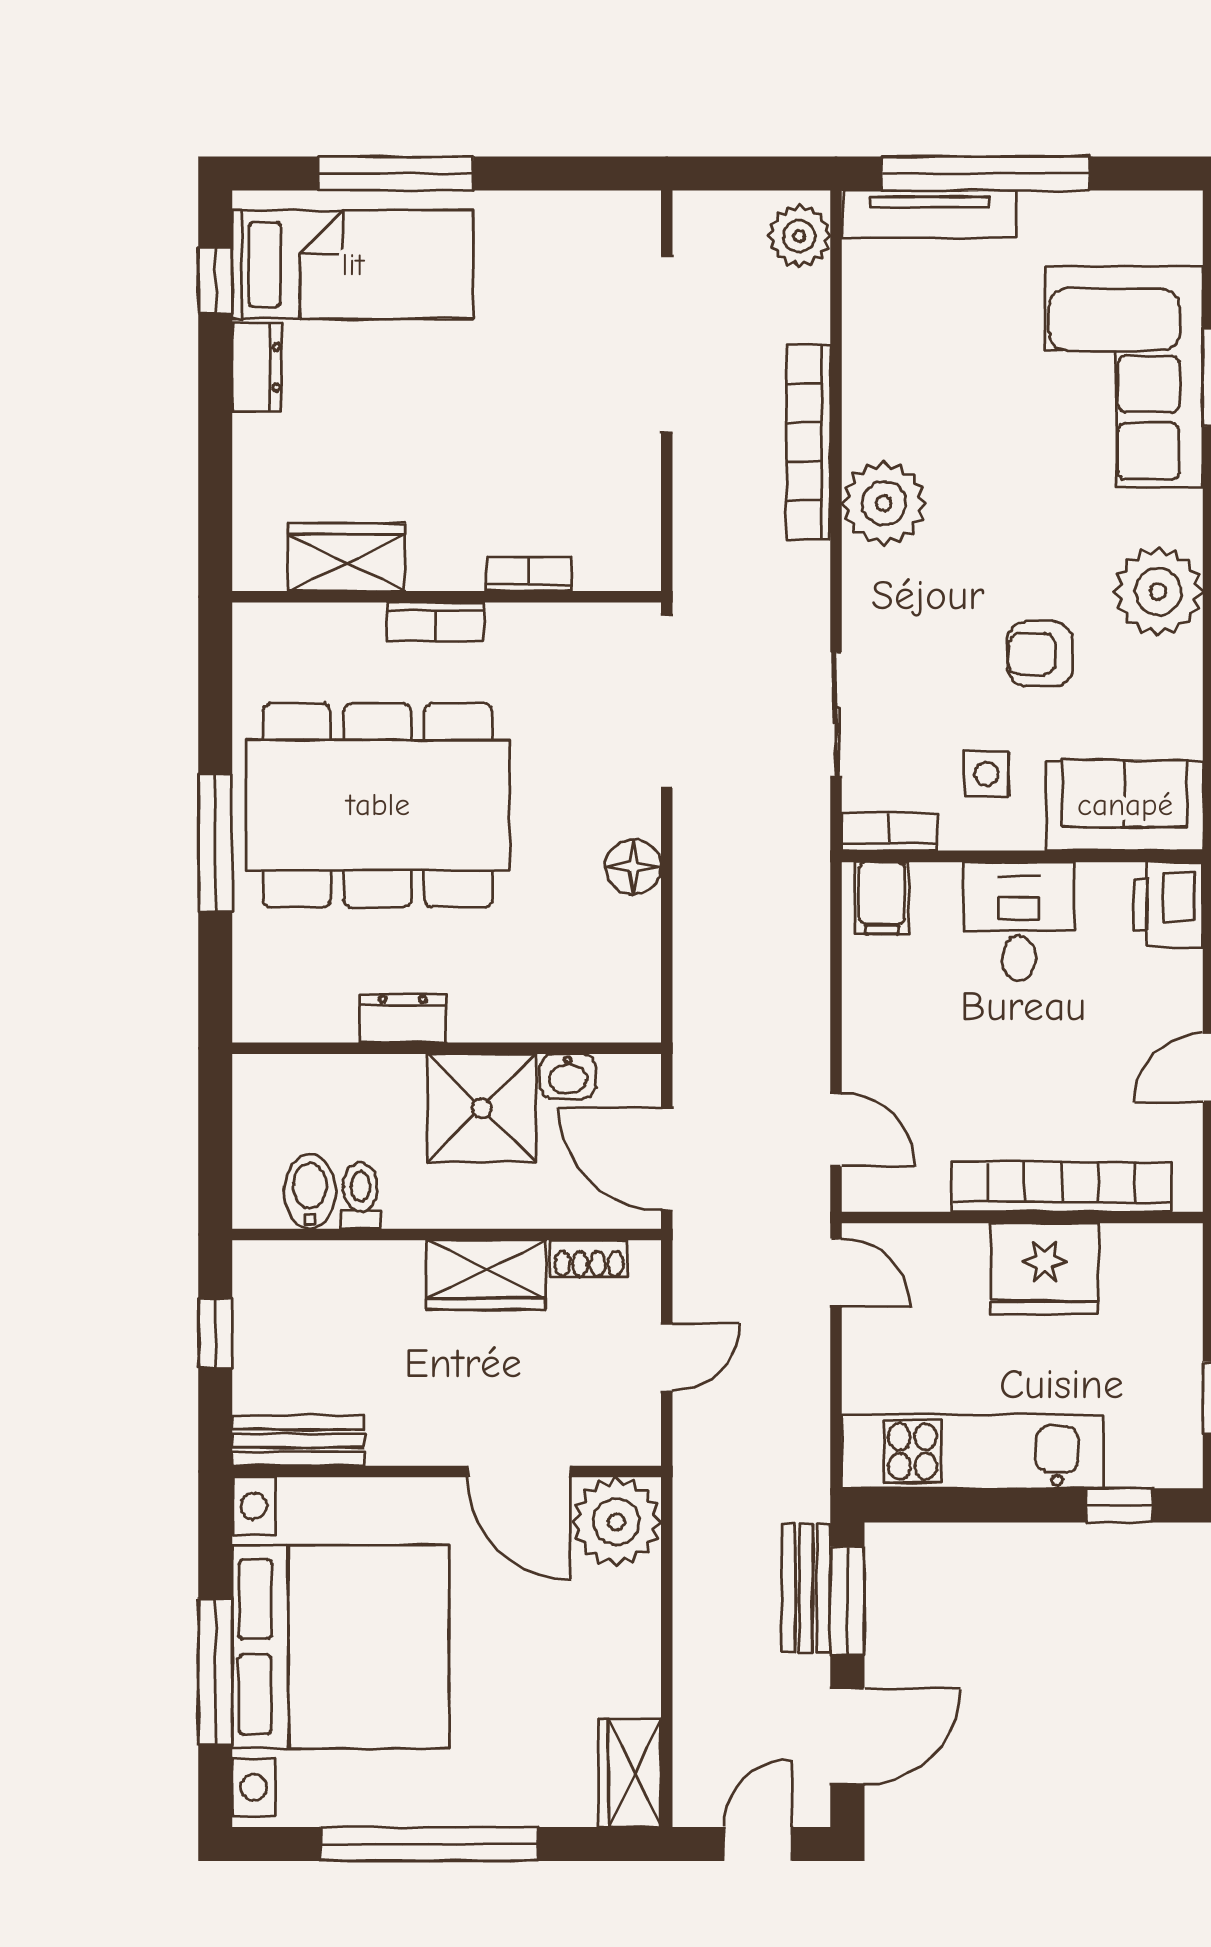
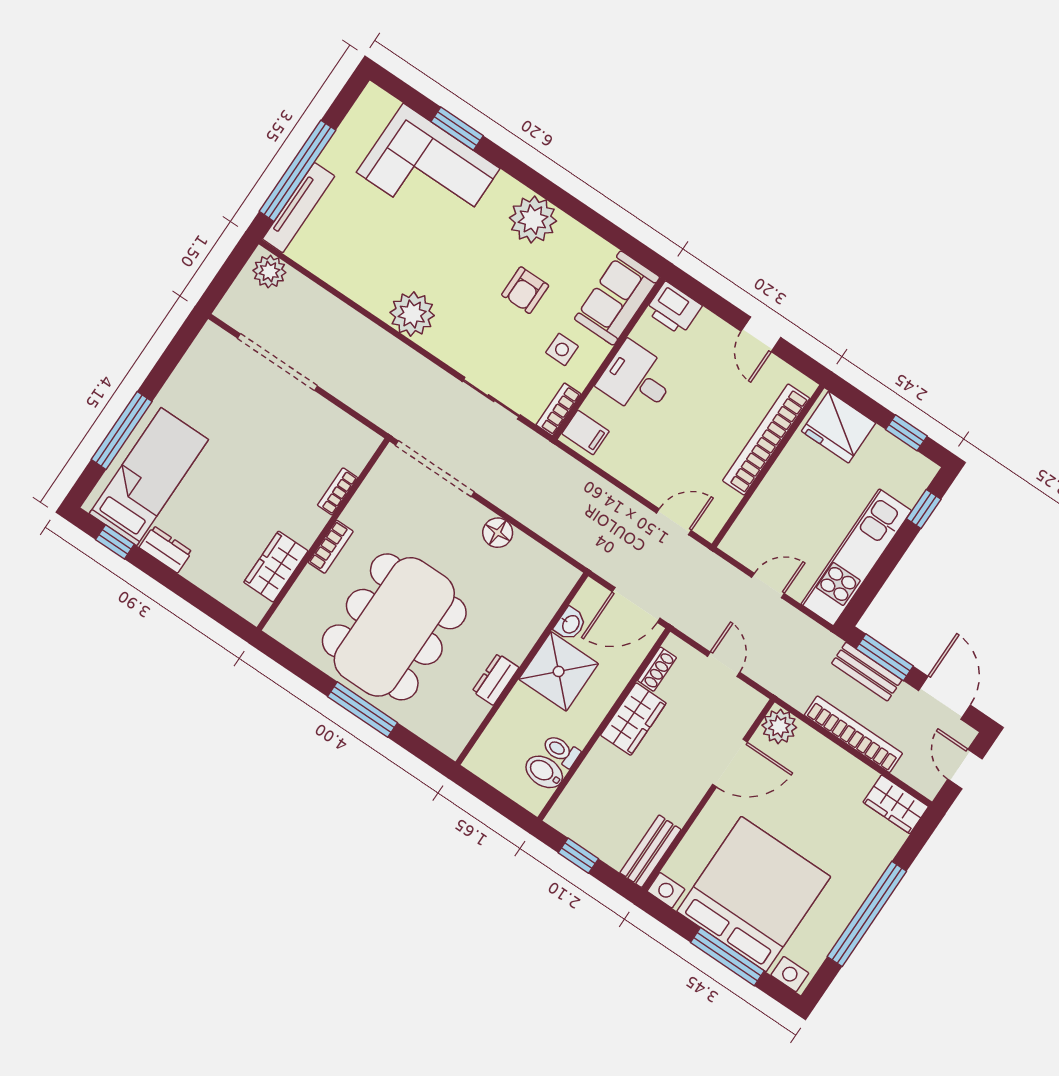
bookcase: (808, 442) -> (853, 734), moved, turned 180
fridge: (1045, 1269) -> (839, 427), moved, turned 90
door: (836, 1273) -> (768, 585), moved
plant: (617, 1522) -> (779, 726), width x0.73, depth x0.73

